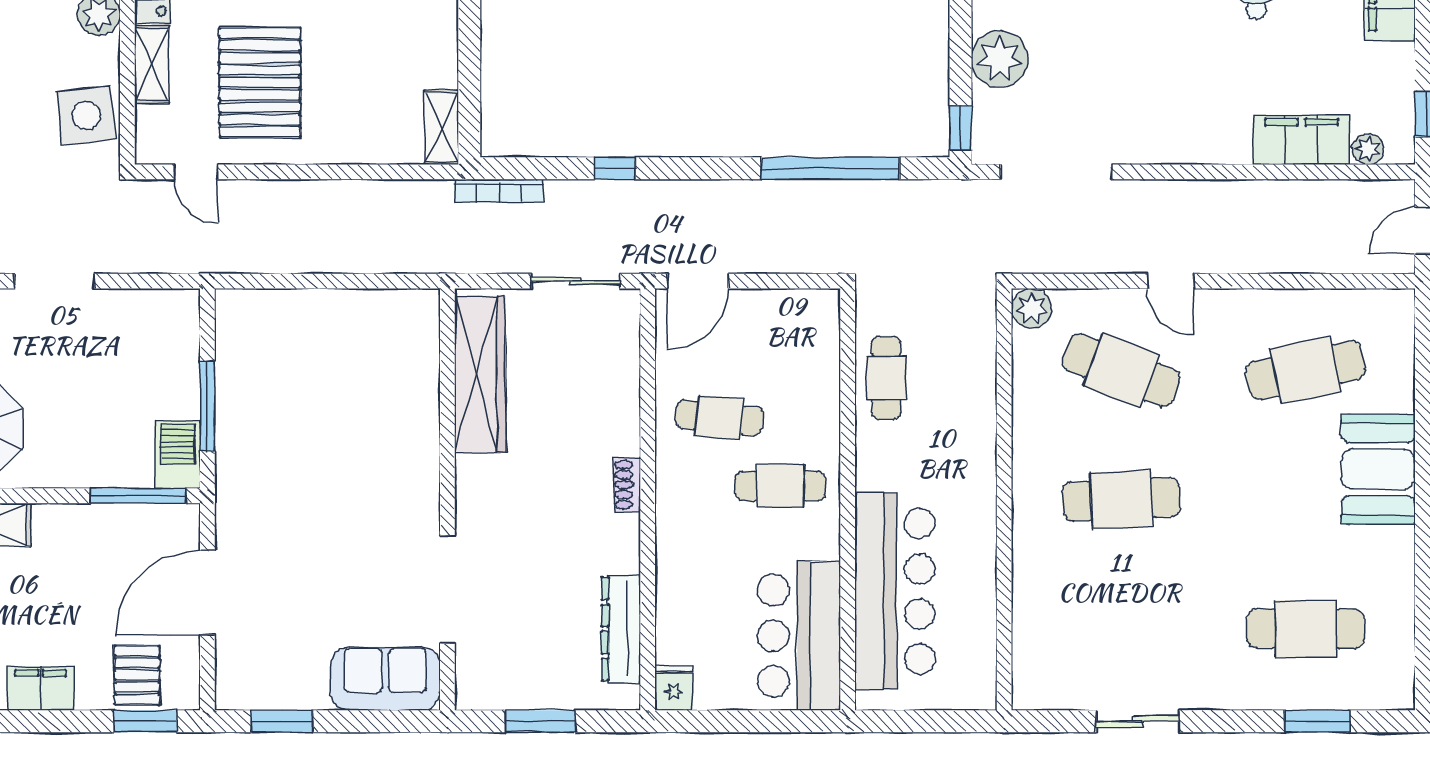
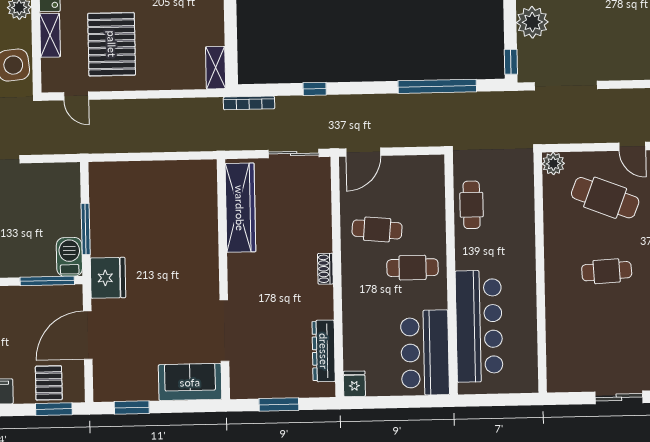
fridge: (245, 493) -> (108, 278), added
cafe table: (1121, 499) -> (607, 271), width x0.73, depth x0.74

